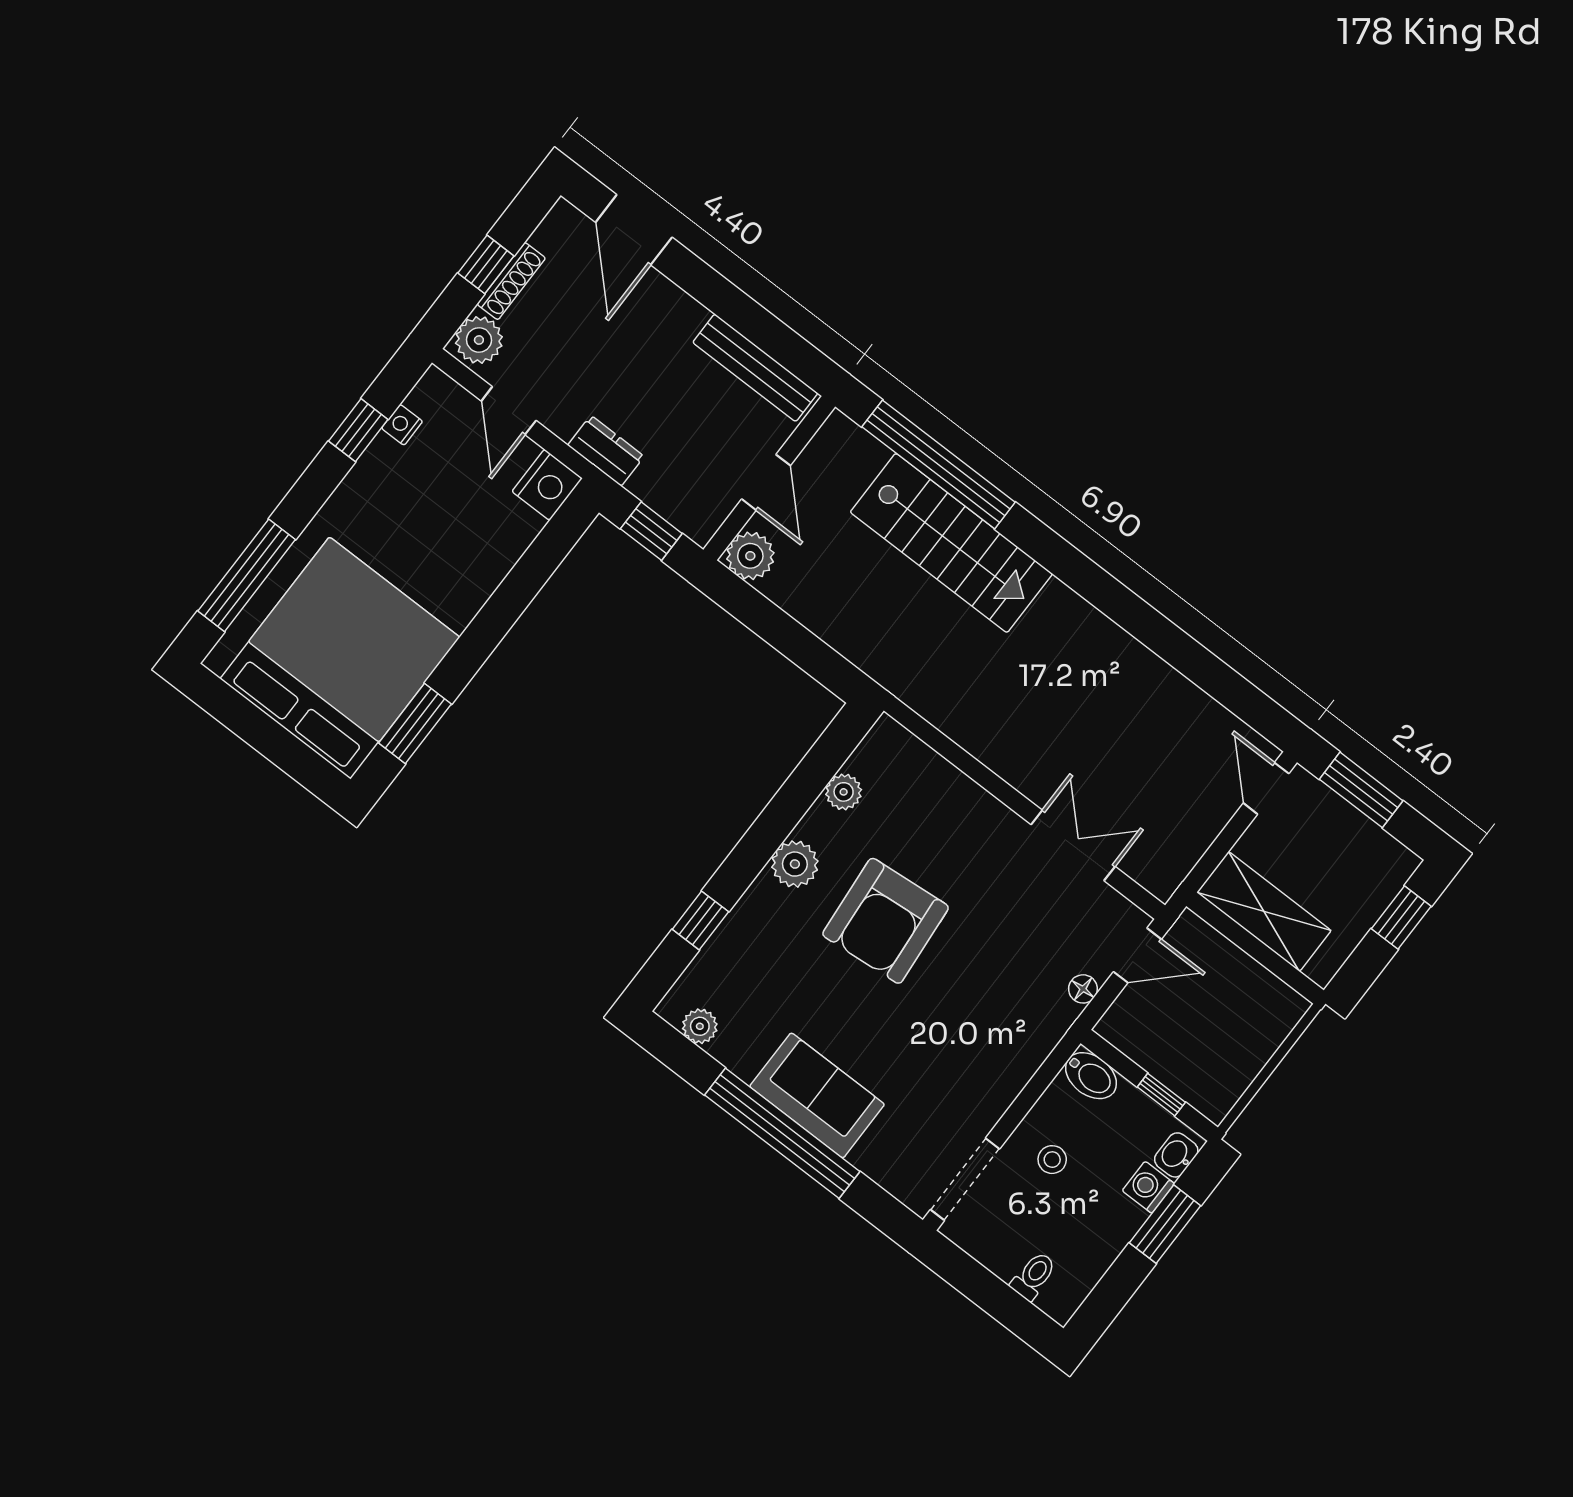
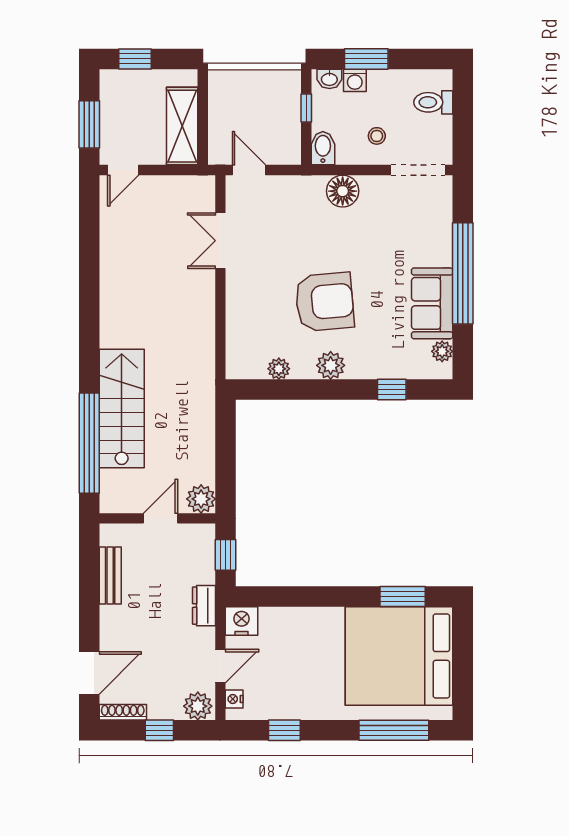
shoe rack: (511, 281) -> (123, 712), moved
bench: (755, 368) -> (110, 576), width x0.73
nightstand: (402, 425) -> (234, 699), moved, turned 90
floor lamp: (1083, 989) -> (343, 191), moved, width x1.89, depth x1.89
sofa: (817, 1095) -> (432, 303), moved
toilet: (1034, 1276) -> (433, 102), width x1.37, depth x1.39

